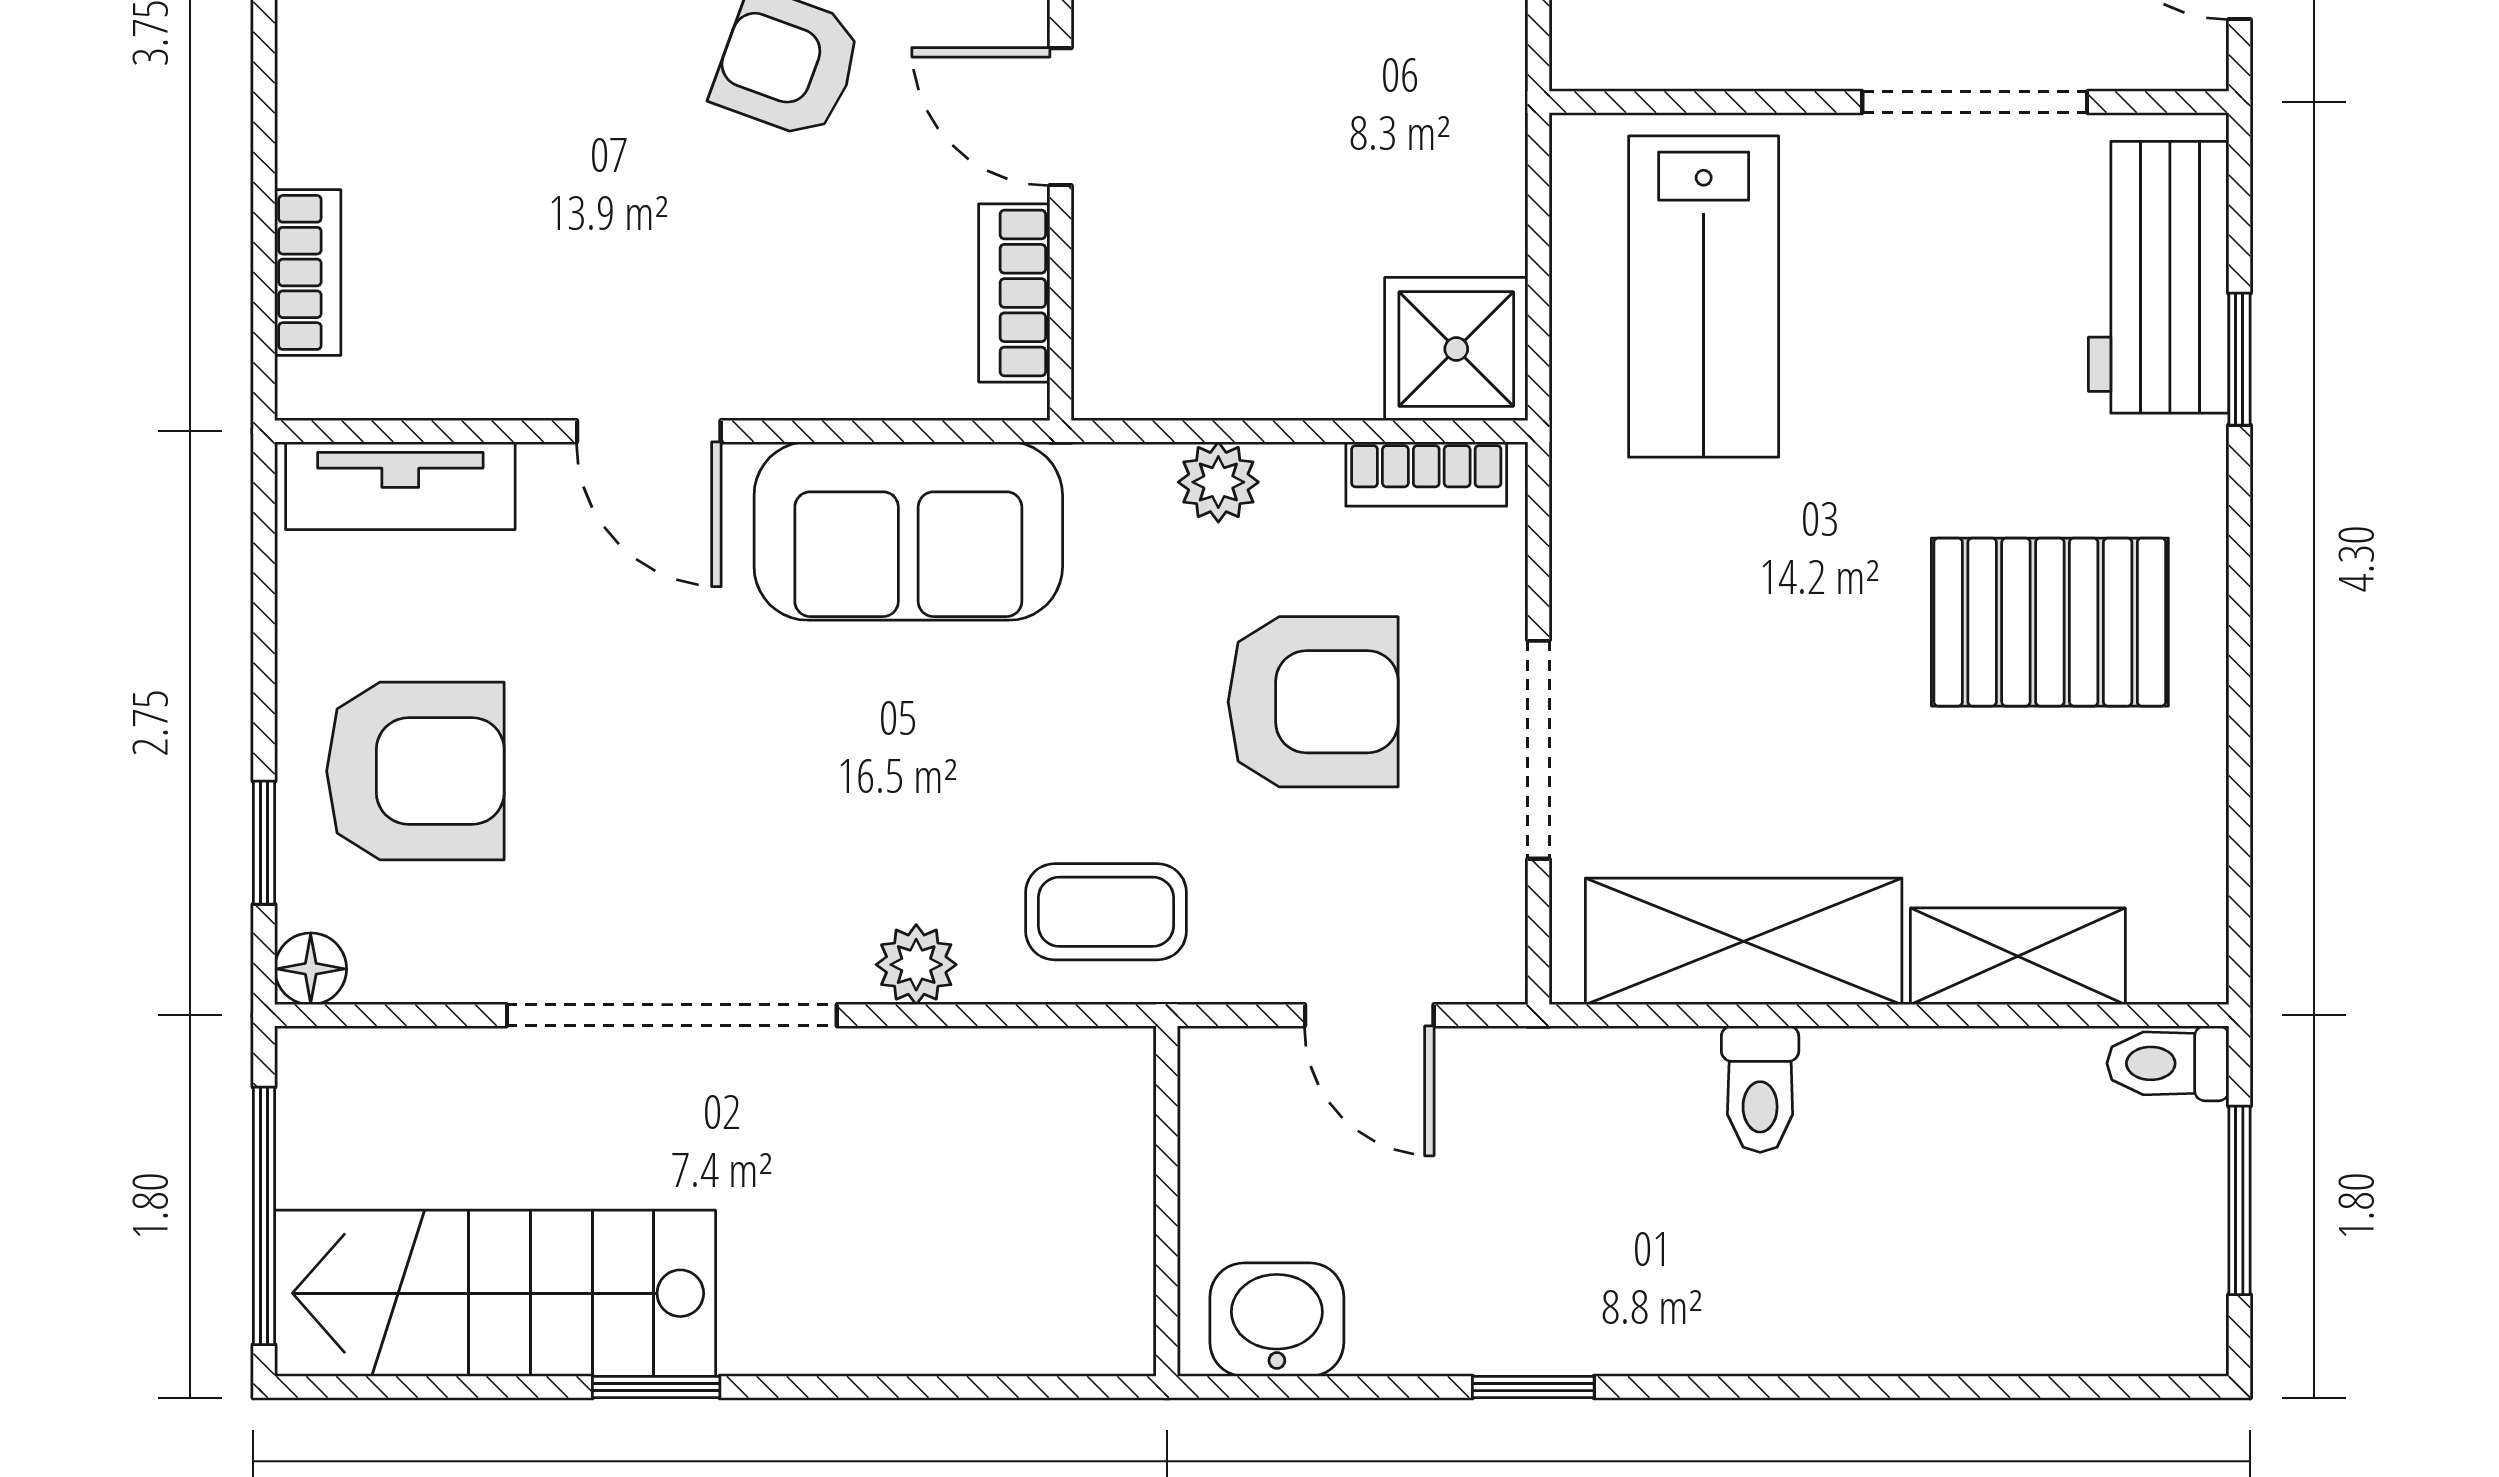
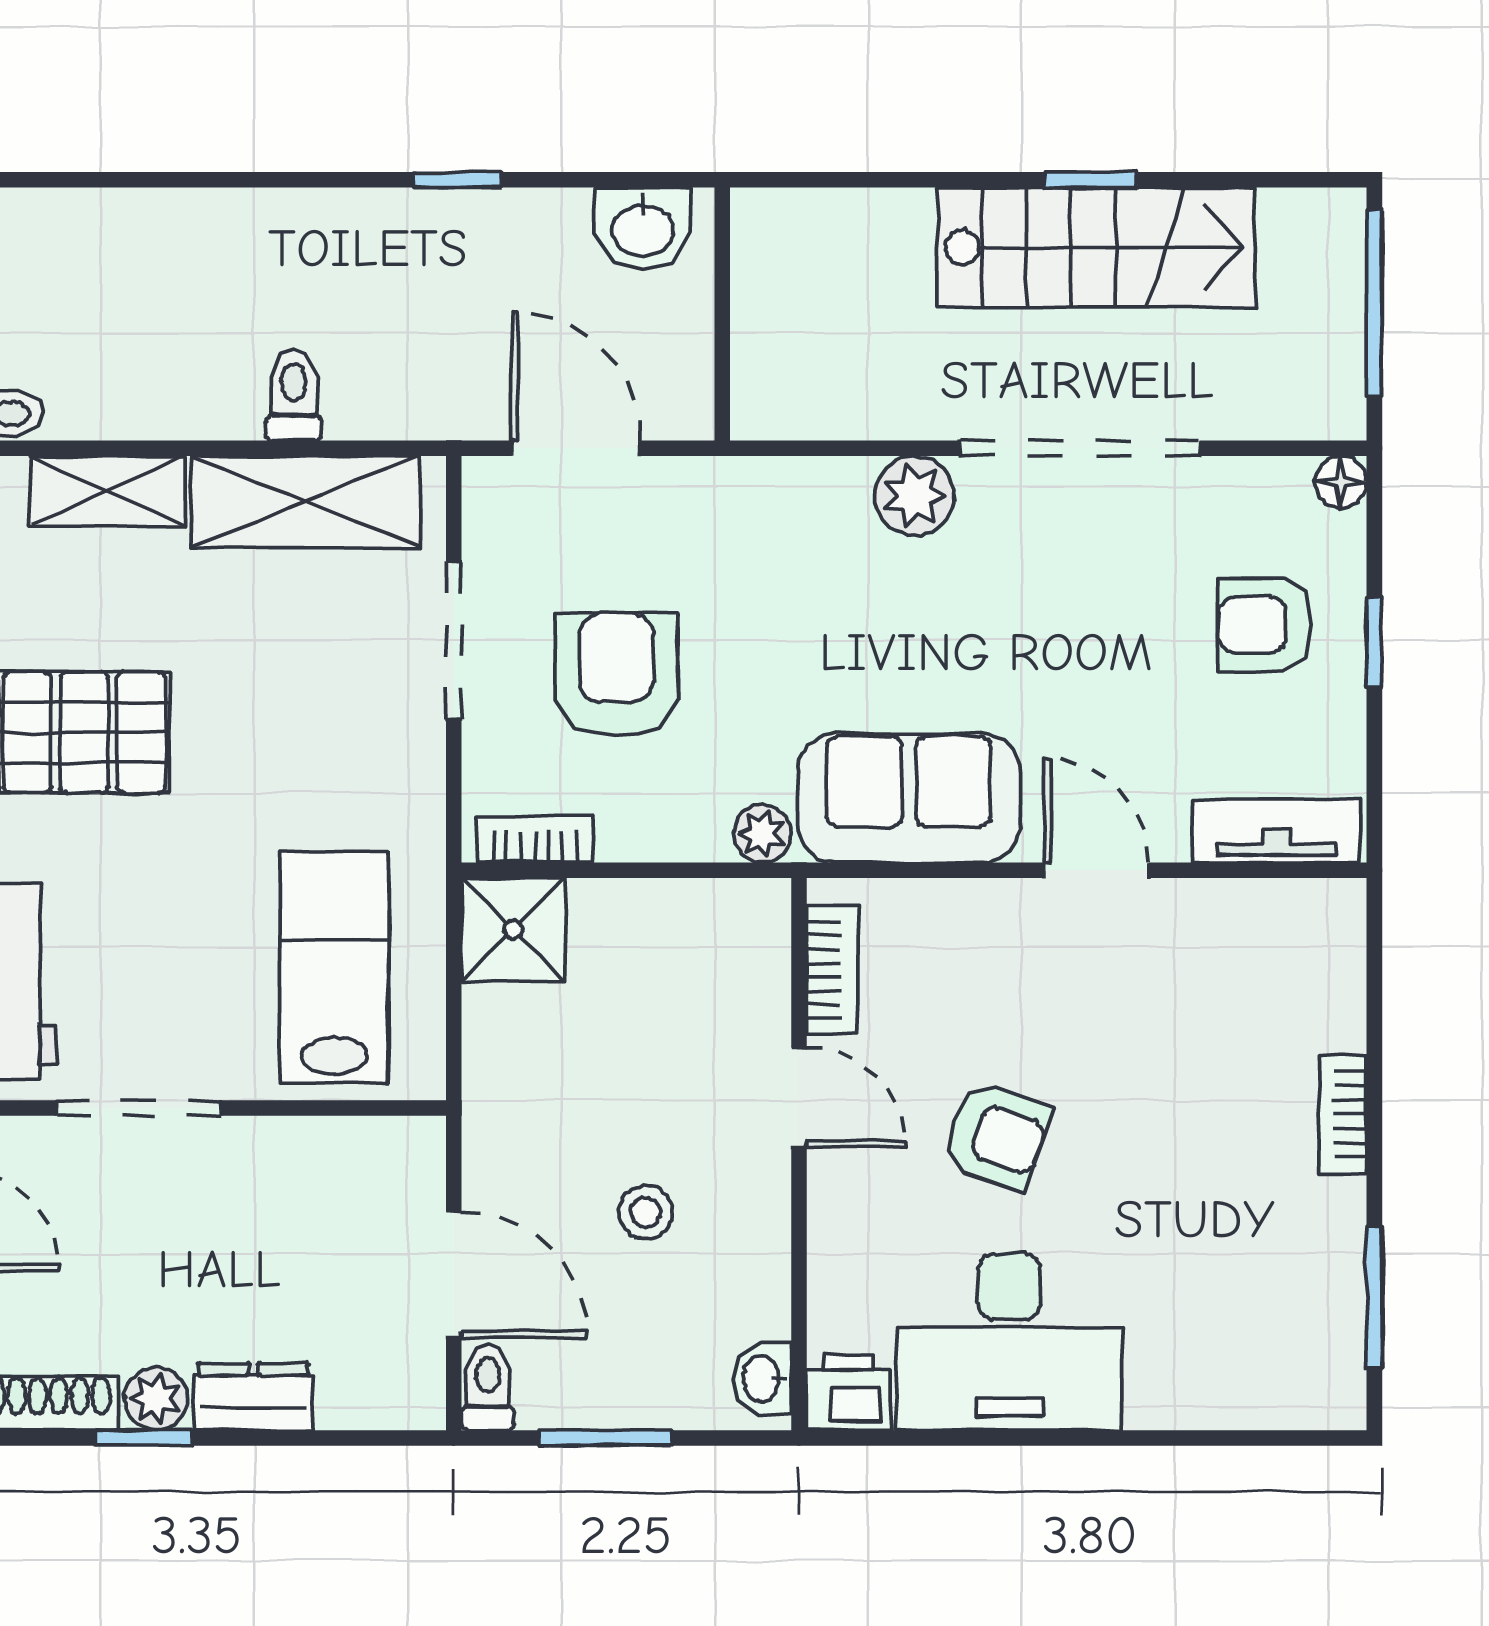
bookcase: (308, 272) -> (1343, 1114), moved
plant: (1218, 482) -> (762, 834), moved
armchair: (1313, 702) -> (617, 675), turned 90
armchair: (415, 771) -> (1265, 625), width x0.72, depth x0.72
window: (264, 843) -> (1374, 643), moved
coffee table: (1106, 912) -> (766, 523), removed
plant: (916, 965) -> (914, 496), width x1.38, depth x1.38
door: (1369, 1015) -> (576, 448), width x1.38
stairs: (495, 1293) -> (1096, 247), moved

